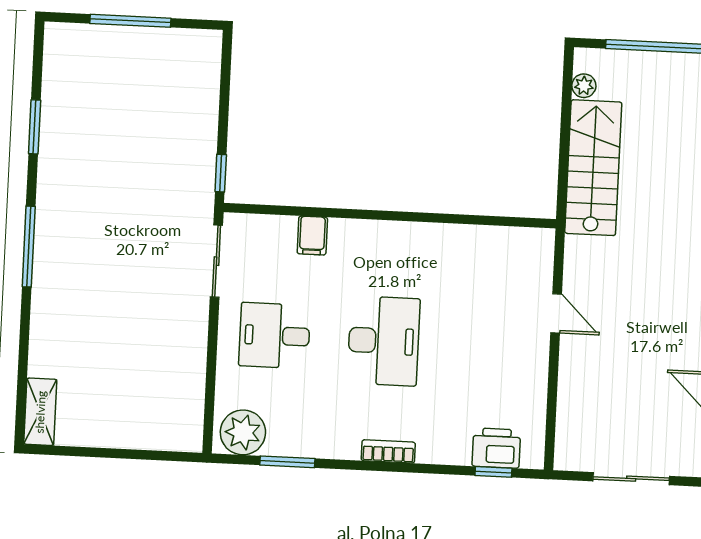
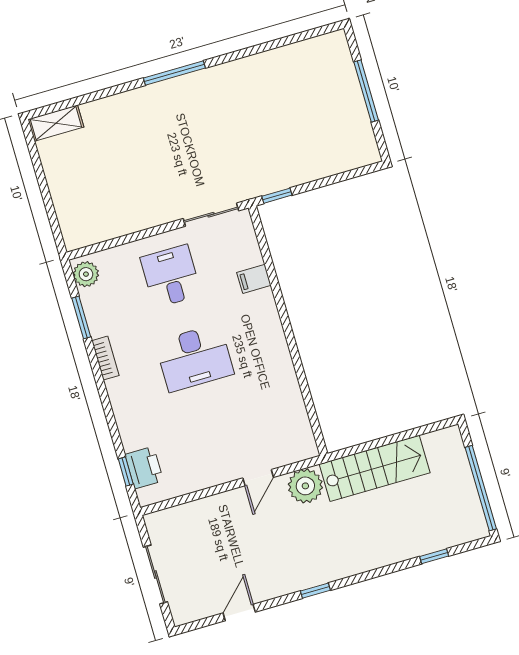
plant: (584, 86) -> (305, 486), moved, width x1.88, depth x1.88
window: (35, 127) -> (264, 47), removed
plant: (243, 432) -> (86, 274), width x0.73, depth x0.73
bookcase: (388, 451) -> (105, 358), moved

